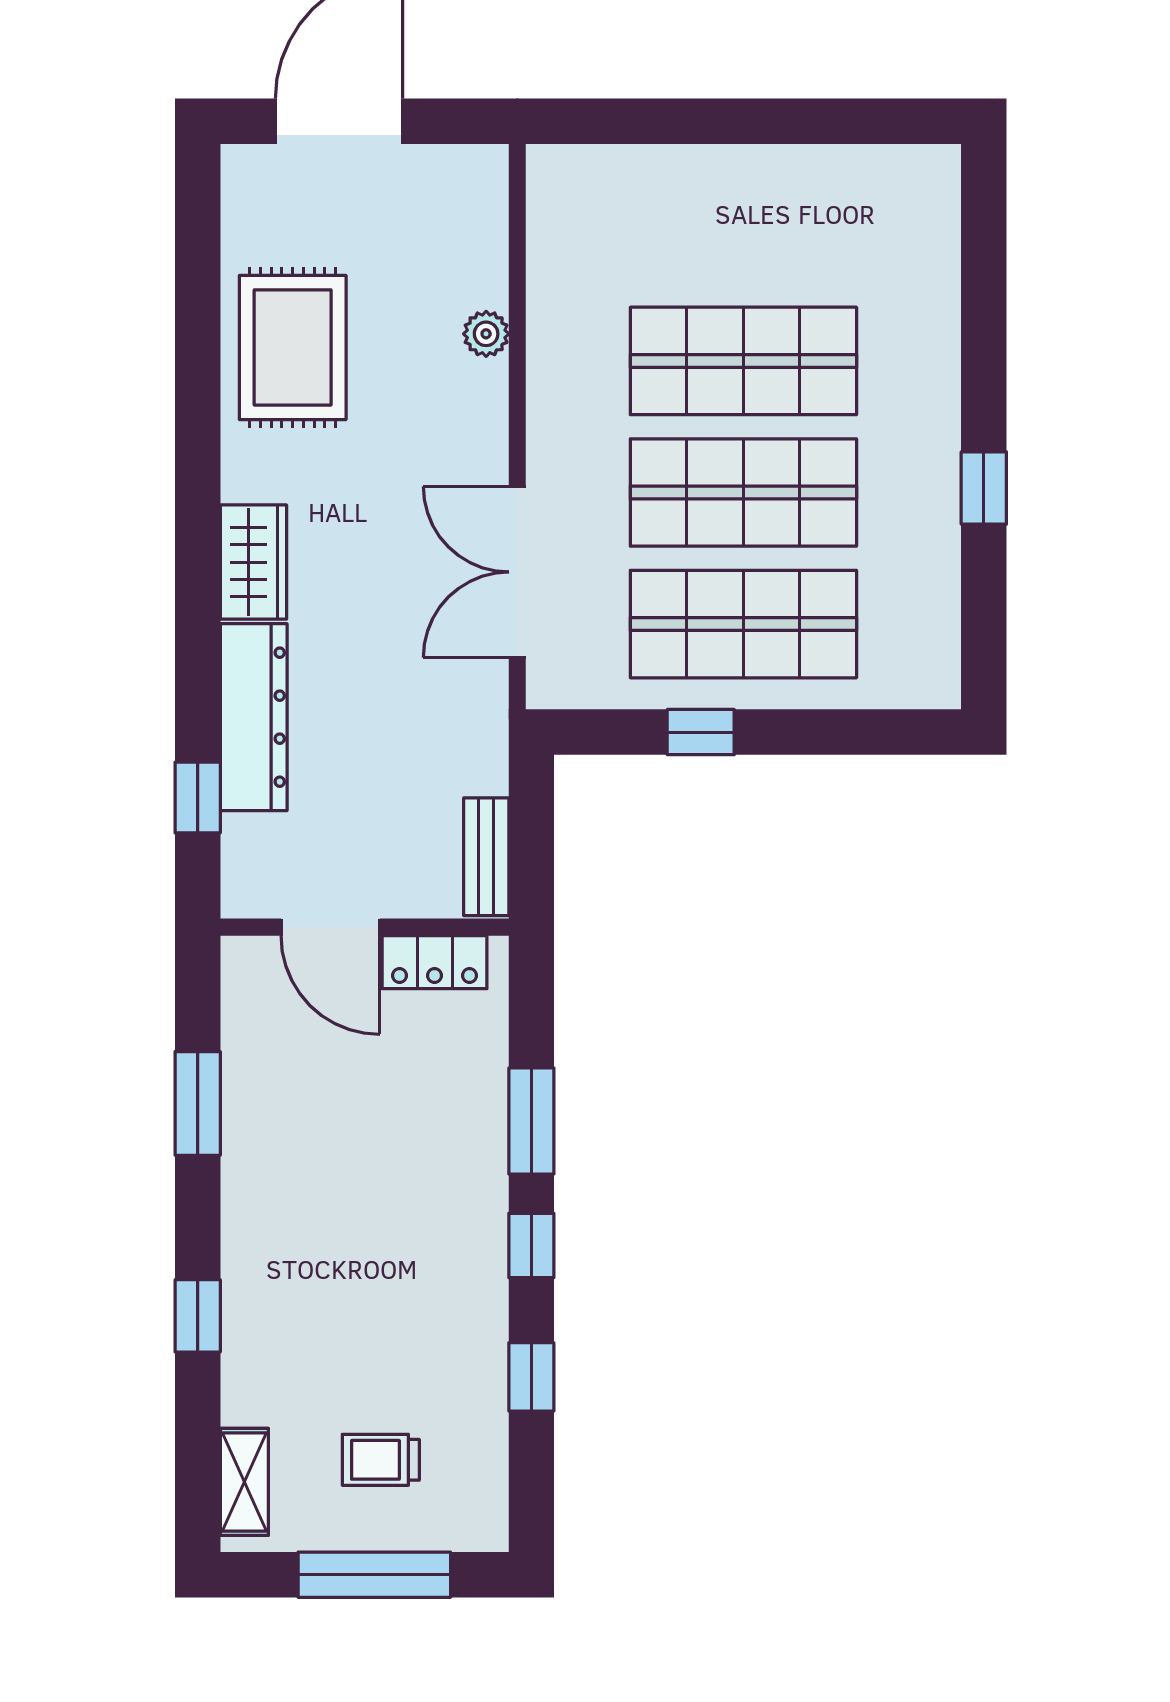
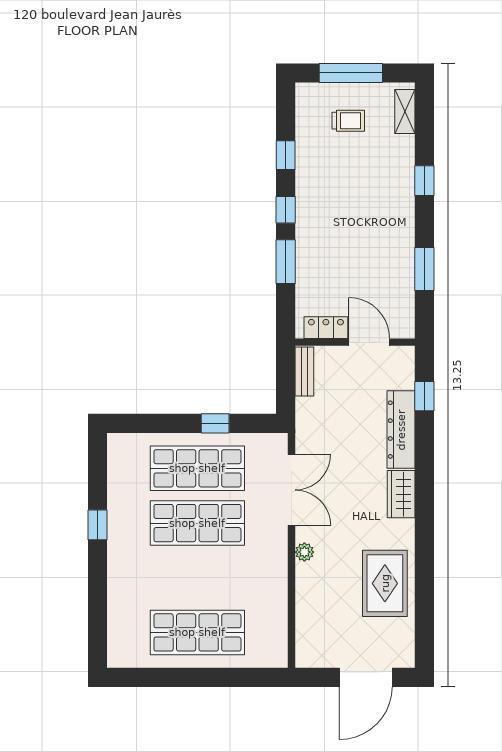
plant: (486, 334) -> (304, 552), moved
shop shelf: (743, 361) -> (197, 632), moved

